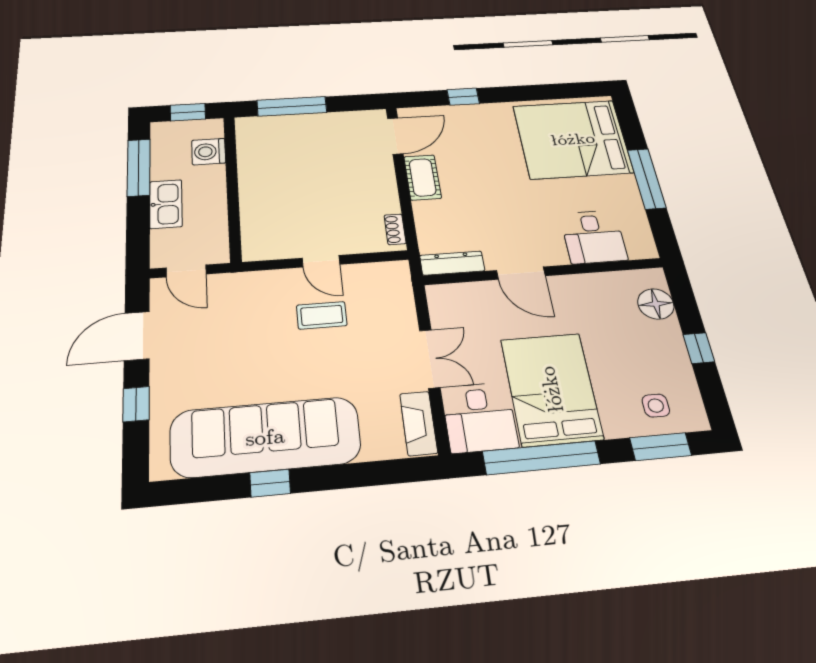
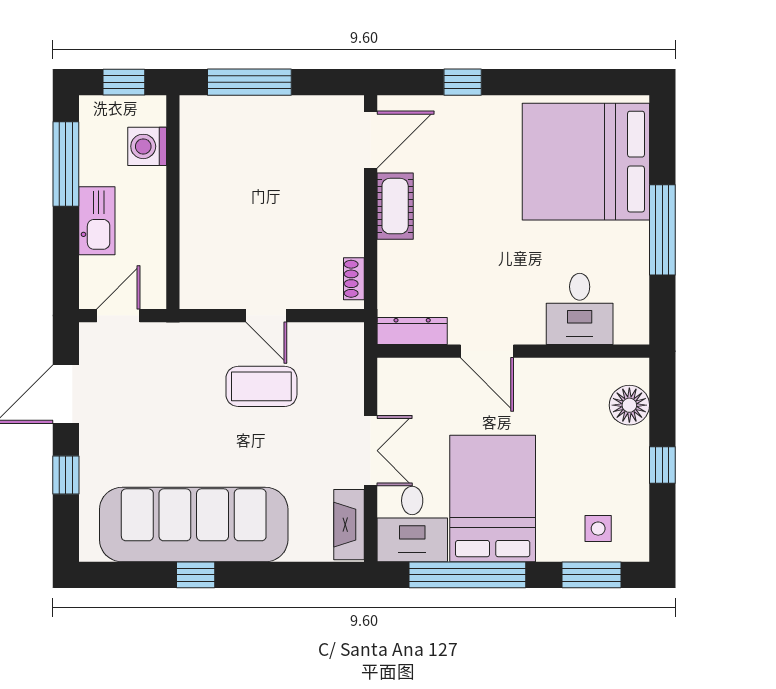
door: (186, 271) -> (118, 316), swing flipped
coffee table: (322, 315) -> (261, 386), width x1.36, depth x1.30

